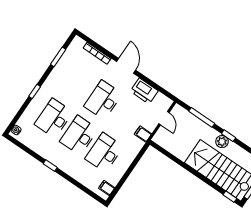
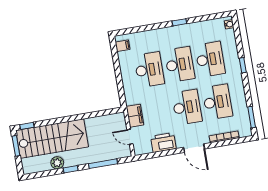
window: (58, 57) -> (252, 117), moved
desk: (78, 83) -> (217, 102), added
filing cabinet: (143, 134) -> (135, 116), width x2.00
plant: (222, 142) -> (57, 163), moved

